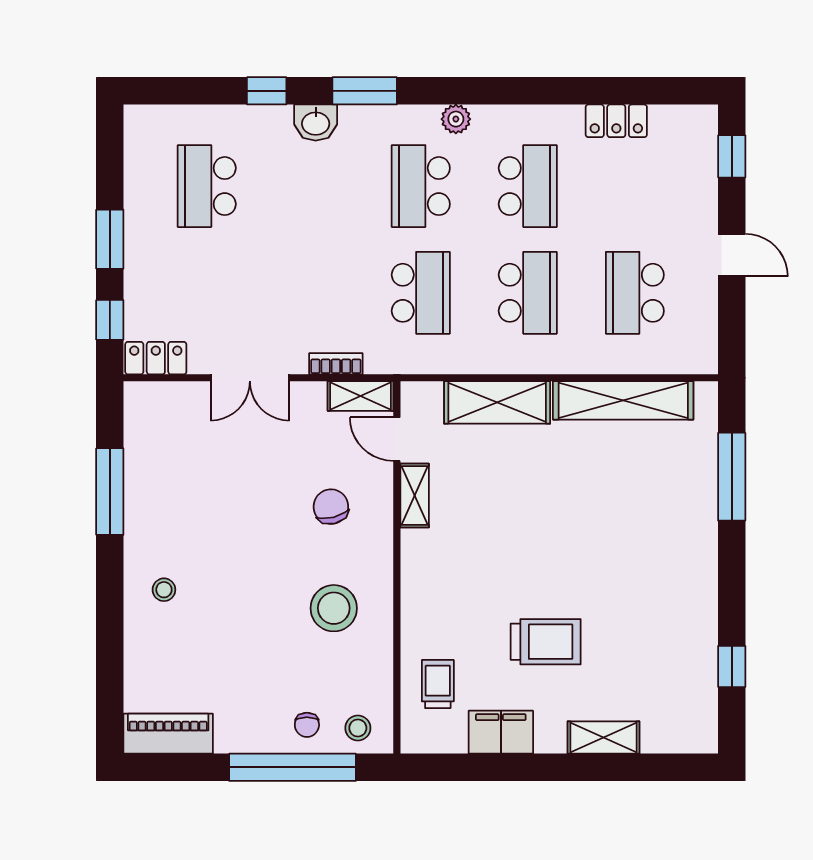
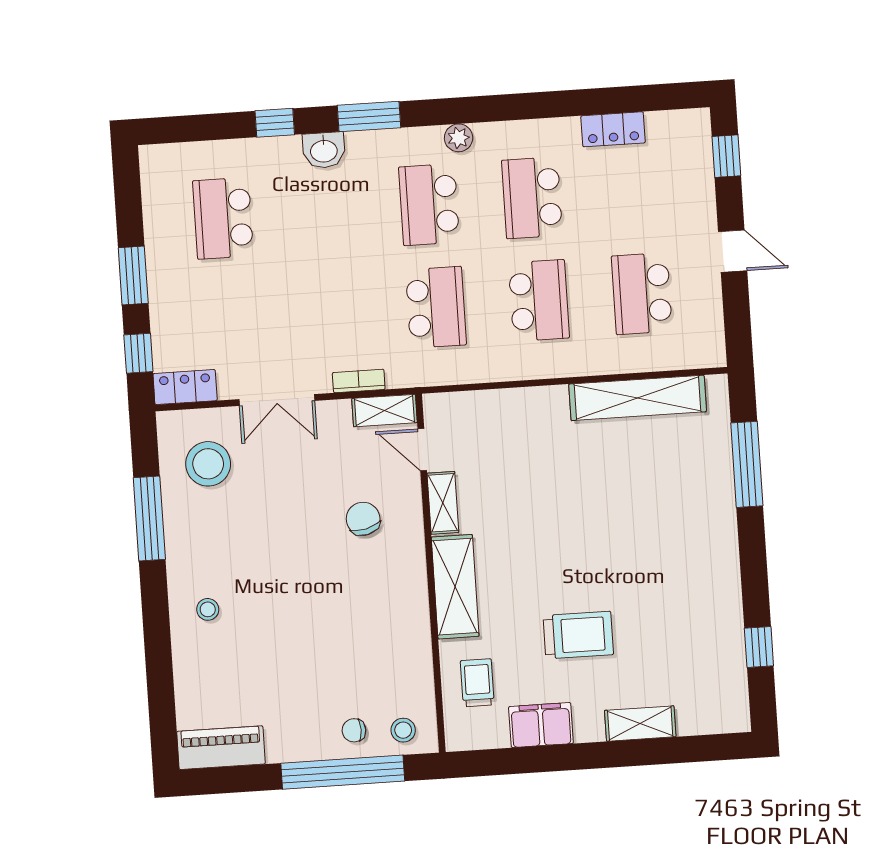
school desk: (528, 186) -> (532, 198), turned 180
shelving: (497, 402) -> (455, 587), moved, turned 90
stool: (334, 608) -> (208, 464), moved
chair: (307, 725) -> (354, 730), turned 90

